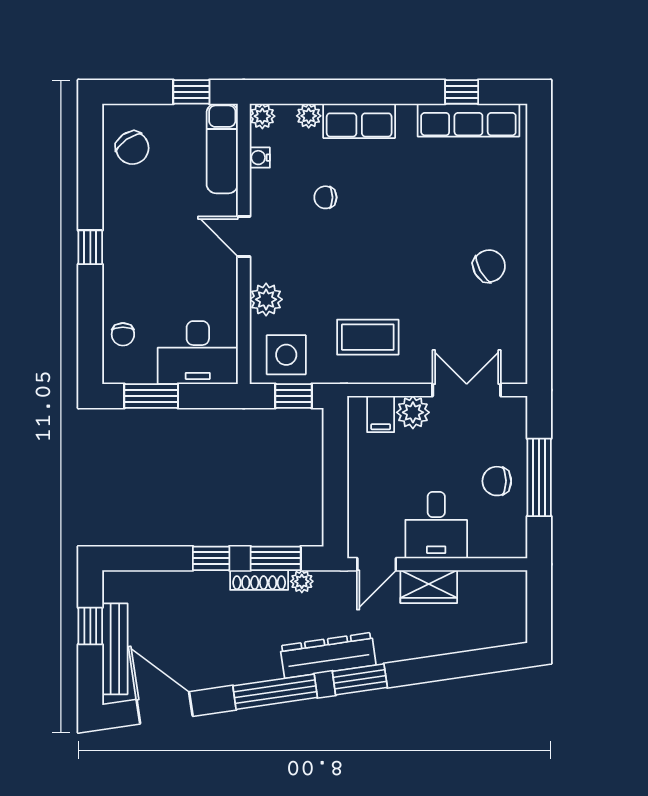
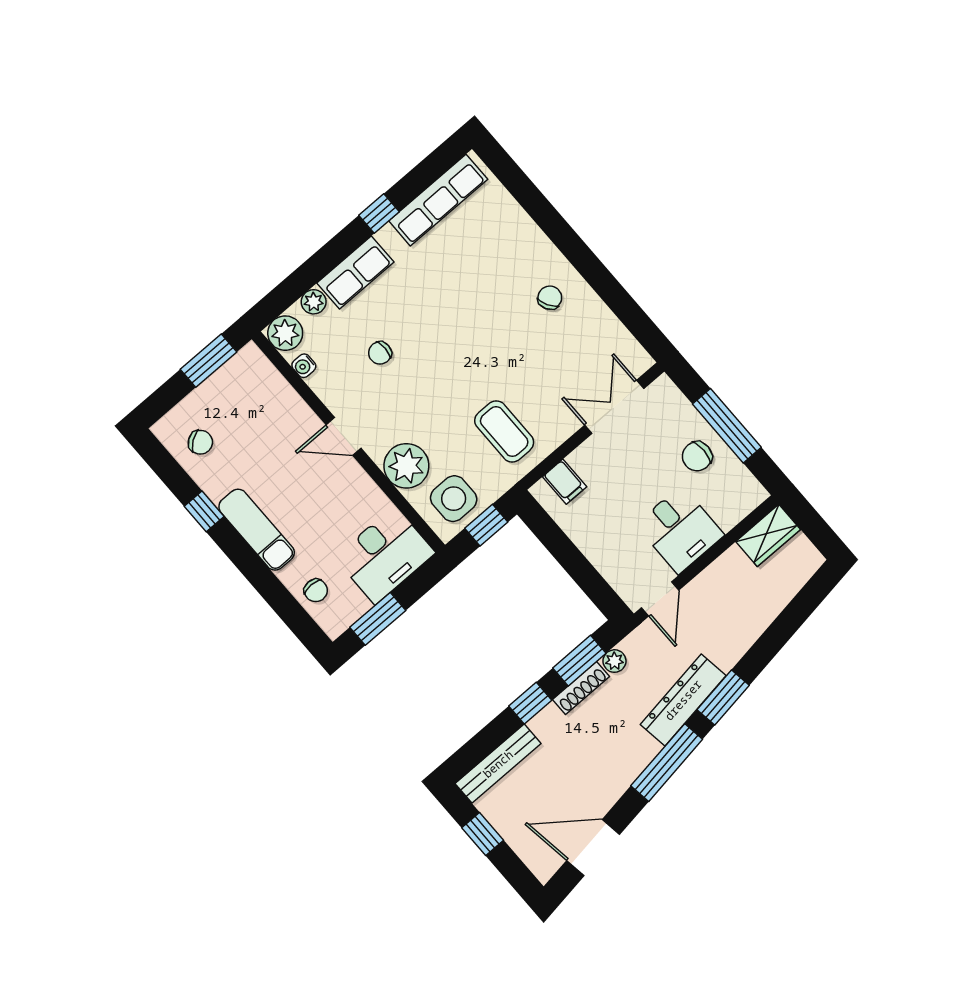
window: (191, 92) -> (209, 361), width x1.50
window: (462, 92) -> (379, 213), moved
plant: (262, 116) -> (285, 333), width x1.38, depth x1.38
chair: (132, 148) -> (200, 442), width x0.73, depth x0.73
exam couch: (222, 148) -> (257, 530), moved, turned 180
window: (90, 247) -> (204, 511), moved
chair: (489, 266) -> (550, 298), width x0.73, depth x0.73
plant: (266, 299) -> (406, 466), width x1.36, depth x1.36
coffee table: (368, 337) -> (504, 432), turned 90
plant: (413, 412) -> (588, 459), removed
wardrobe: (429, 587) -> (768, 535), moved
bench: (115, 649) -> (498, 764), moved, turned 90

